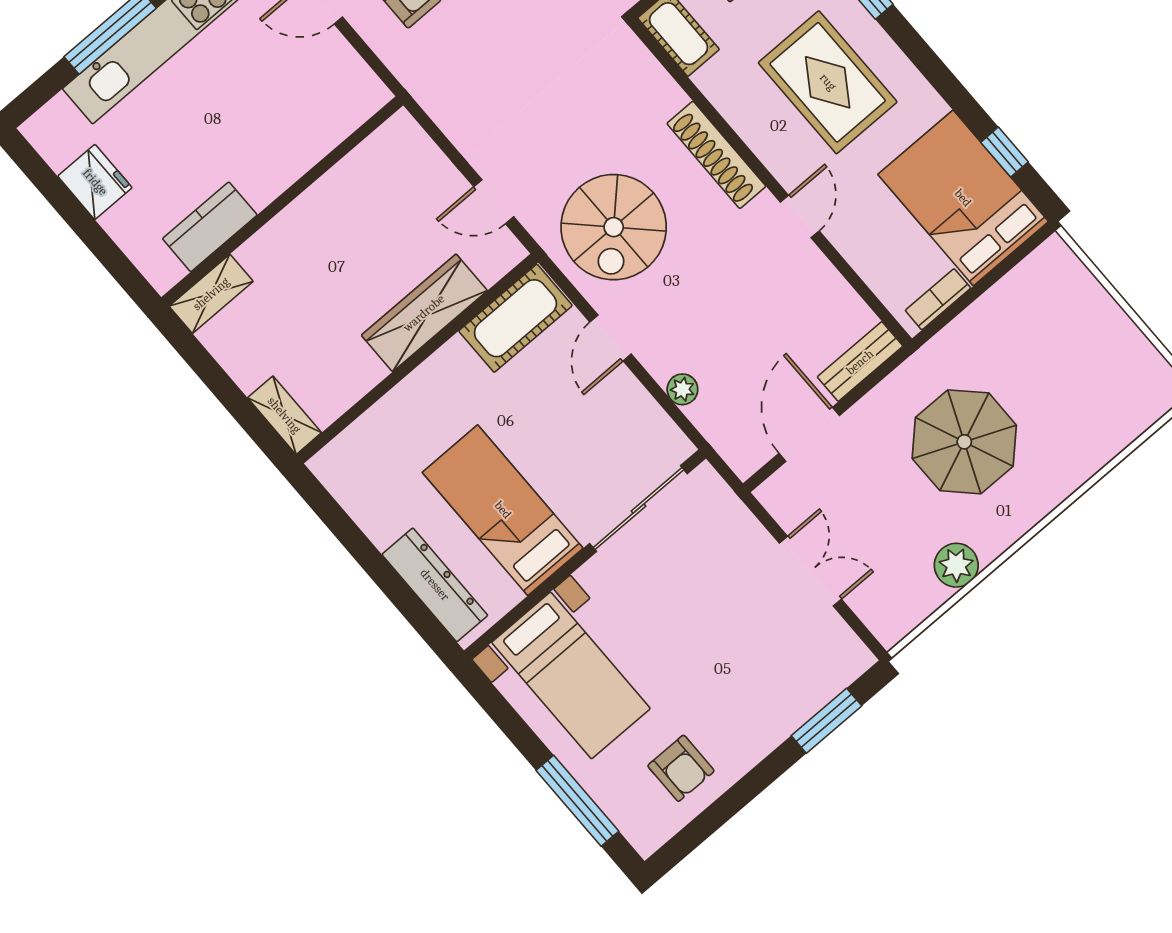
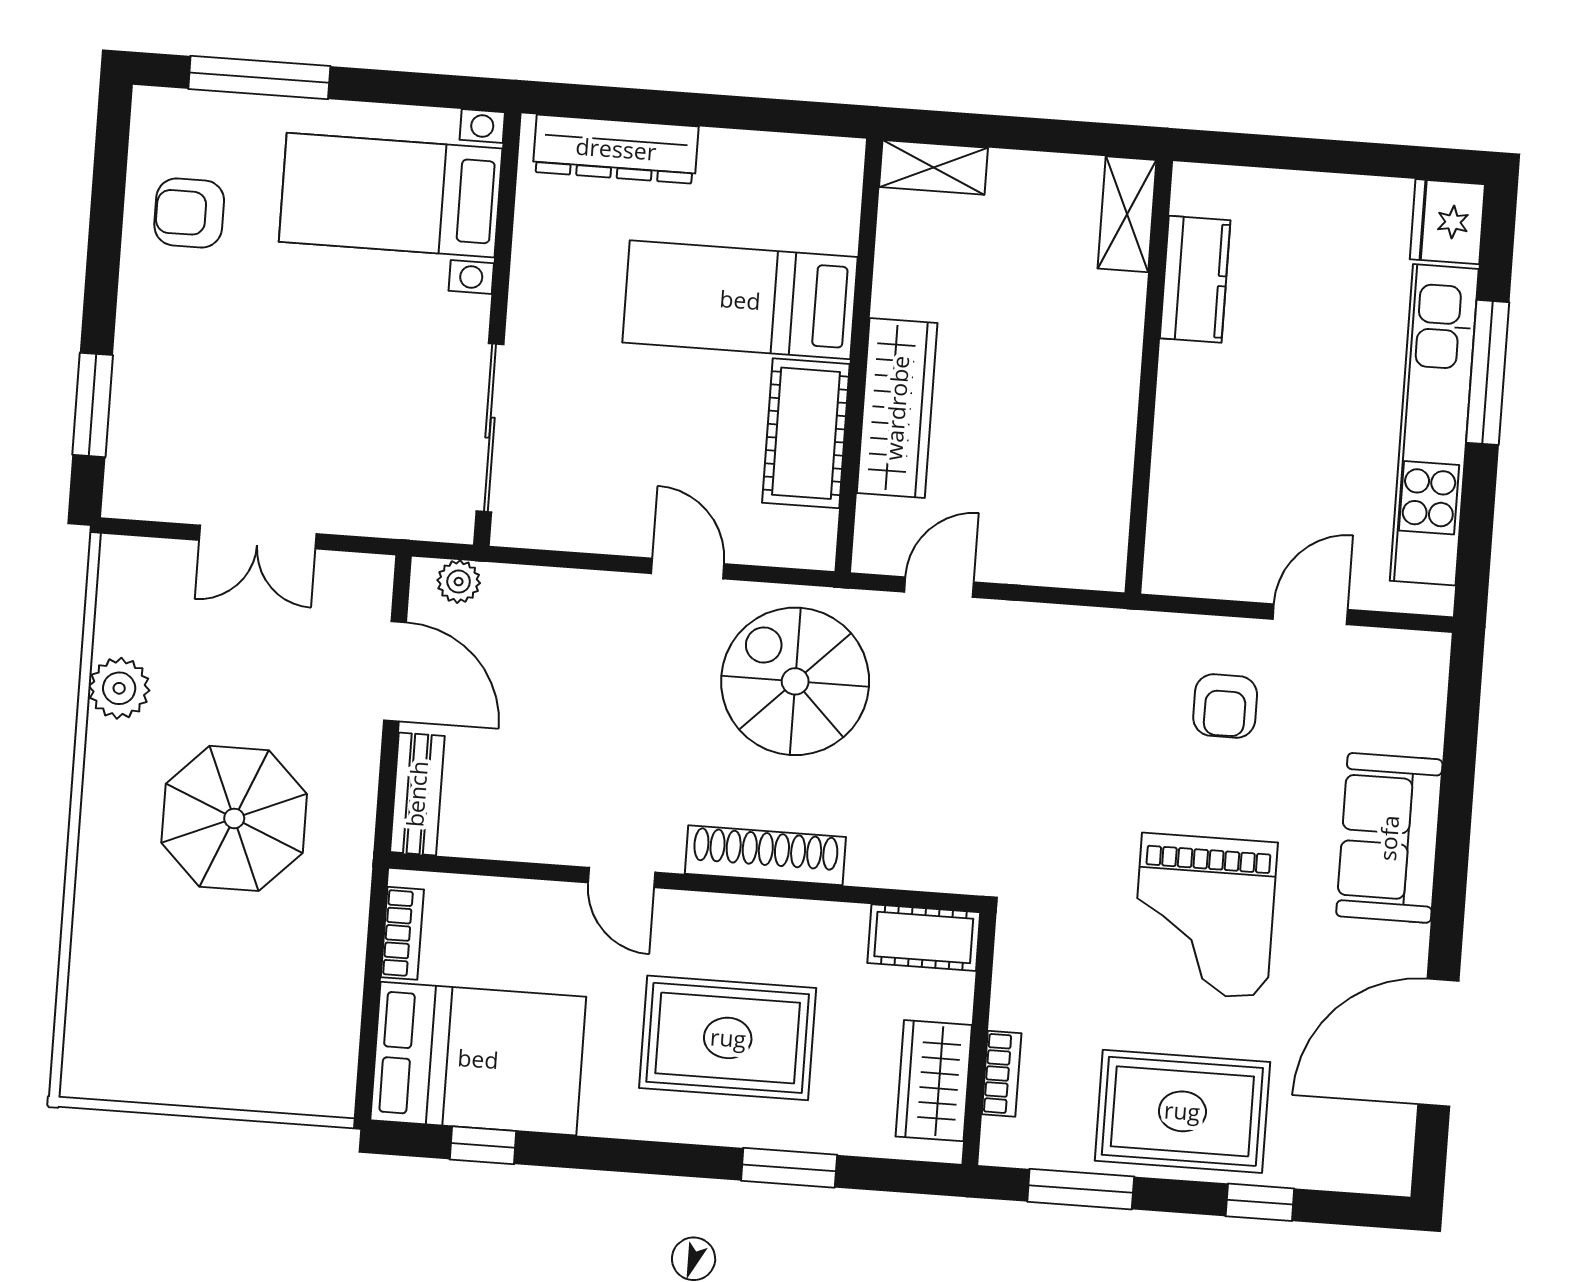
fridge: (95, 182) -> (1447, 222), moved, turned 90
cot: (515, 318) -> (806, 433), moved
plant: (682, 389) -> (459, 582), moved
bed: (503, 510) -> (740, 300), moved, turned 180

